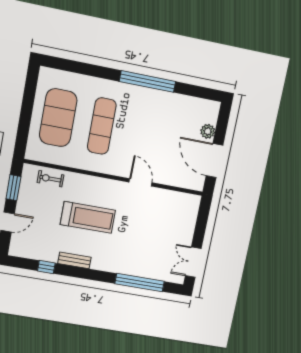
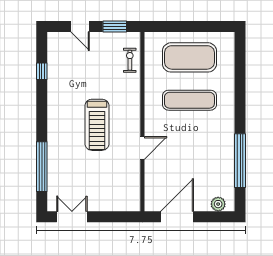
window: (148, 81) -> (240, 161), moved
plant: (208, 131) -> (218, 204), moved
treadmill: (88, 217) -> (97, 125), moved
bench: (74, 260) -> (53, 98), removed

